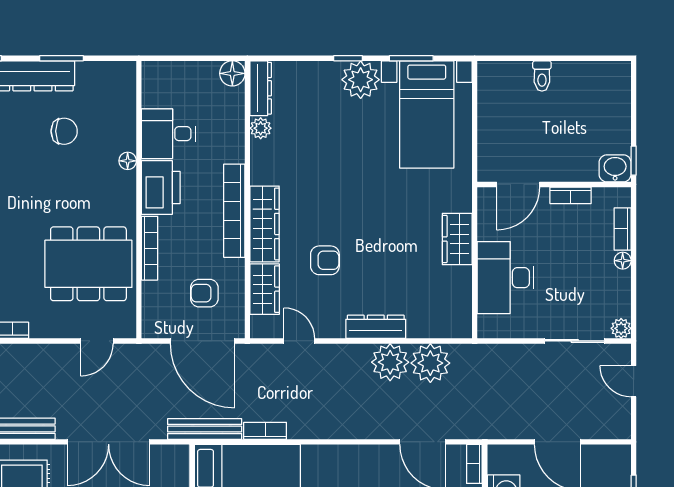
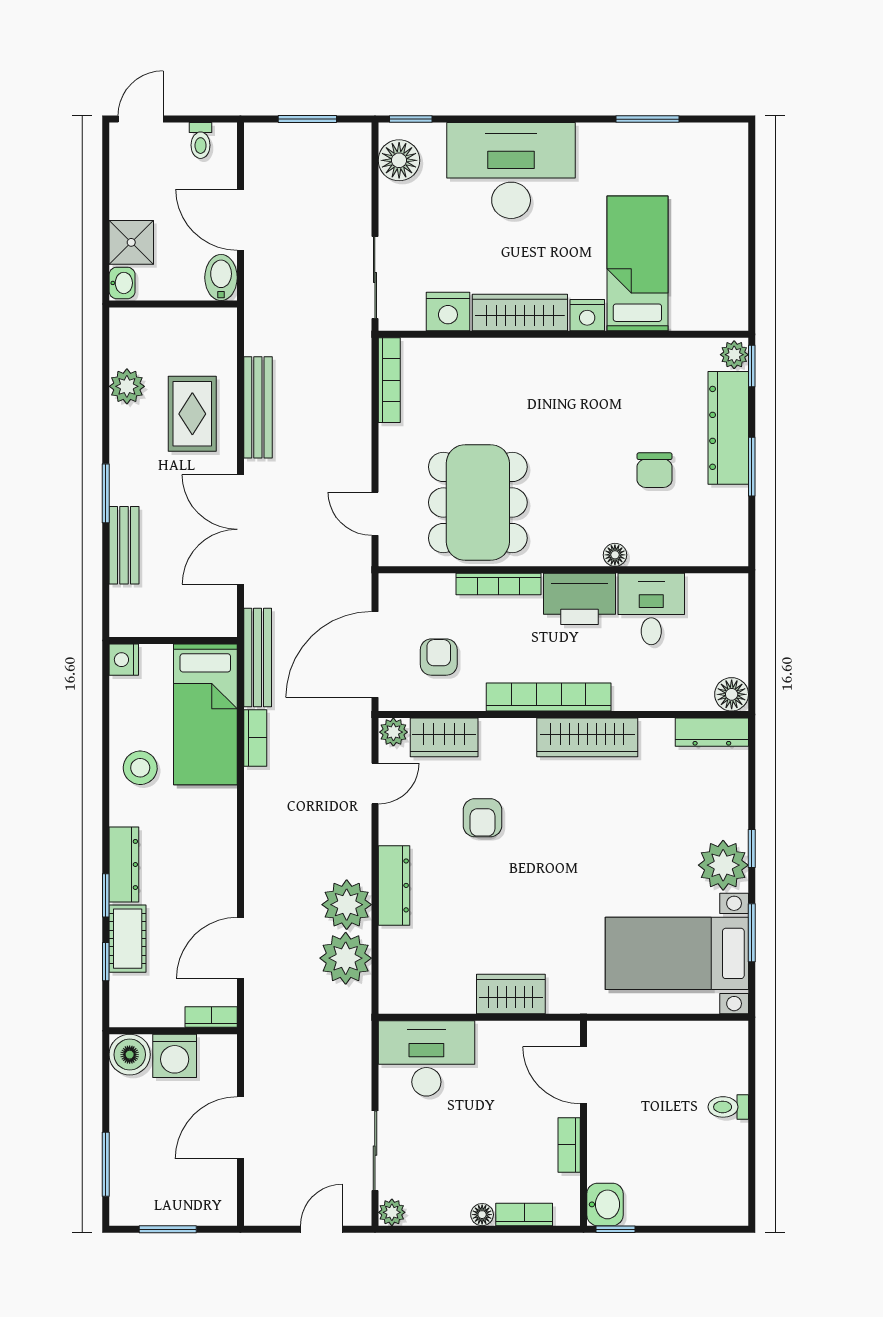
plant: (261, 128) -> (393, 732), moved
wardrobe: (265, 224) -> (587, 737), moved
desk: (506, 278) -> (426, 1058), moved

